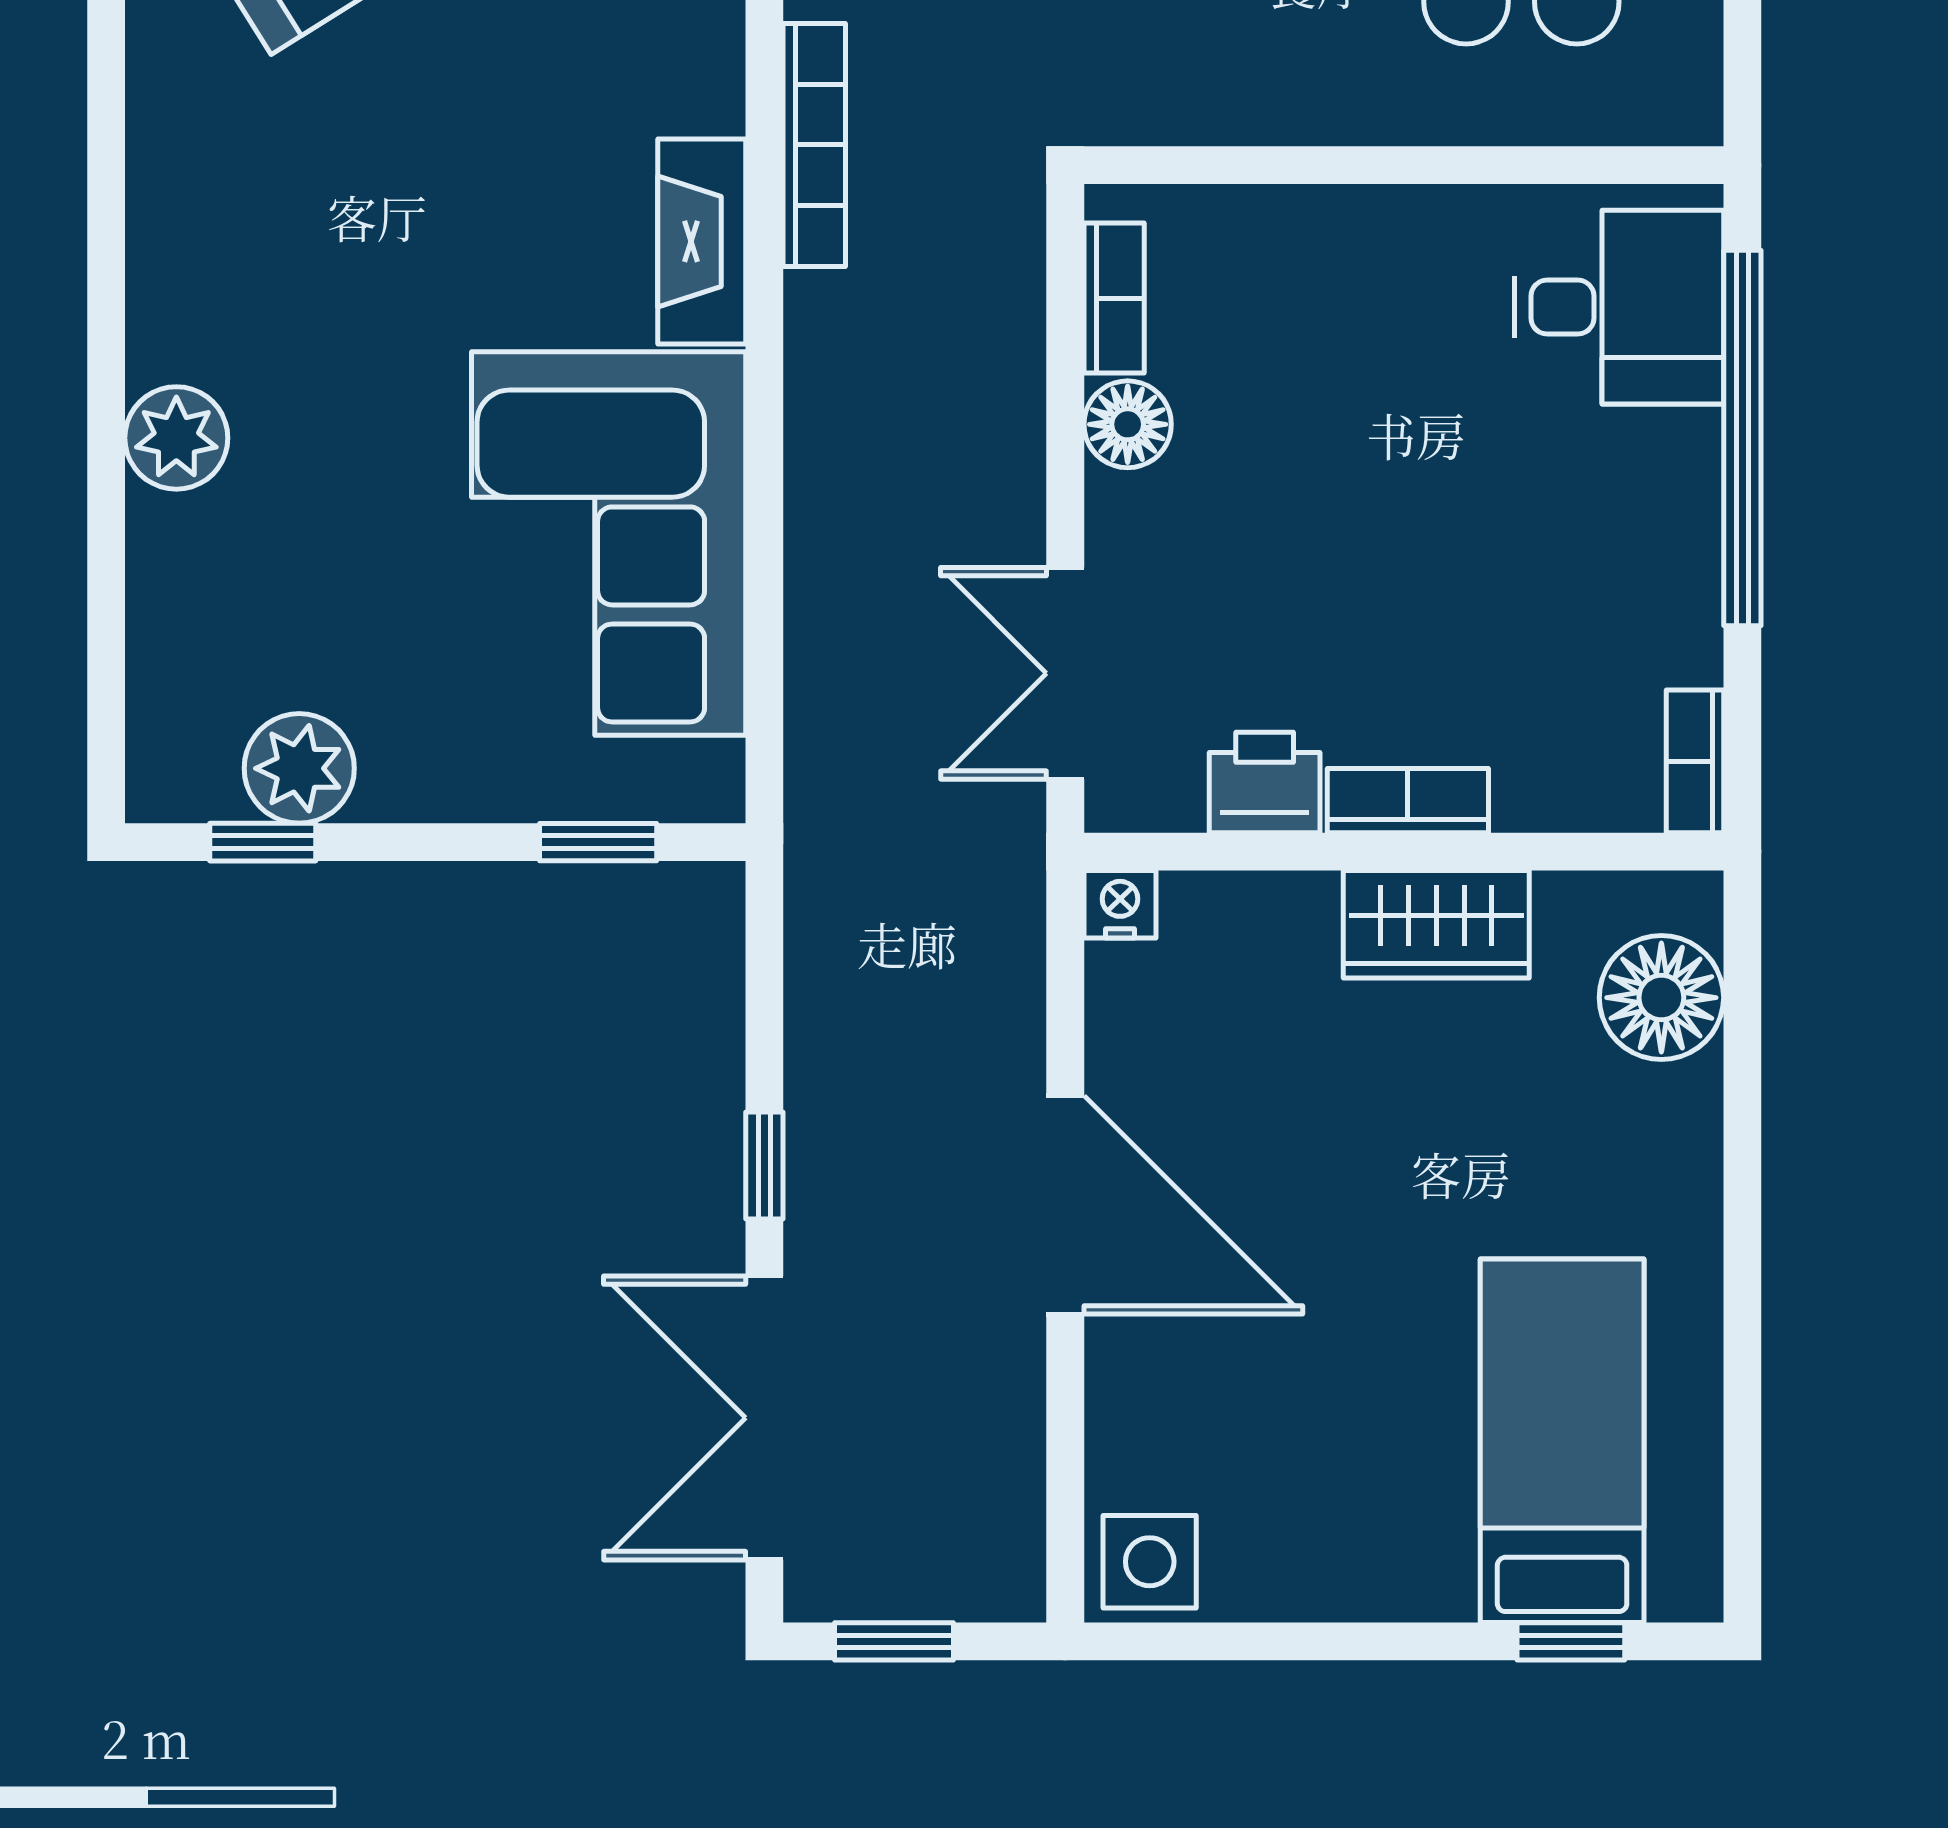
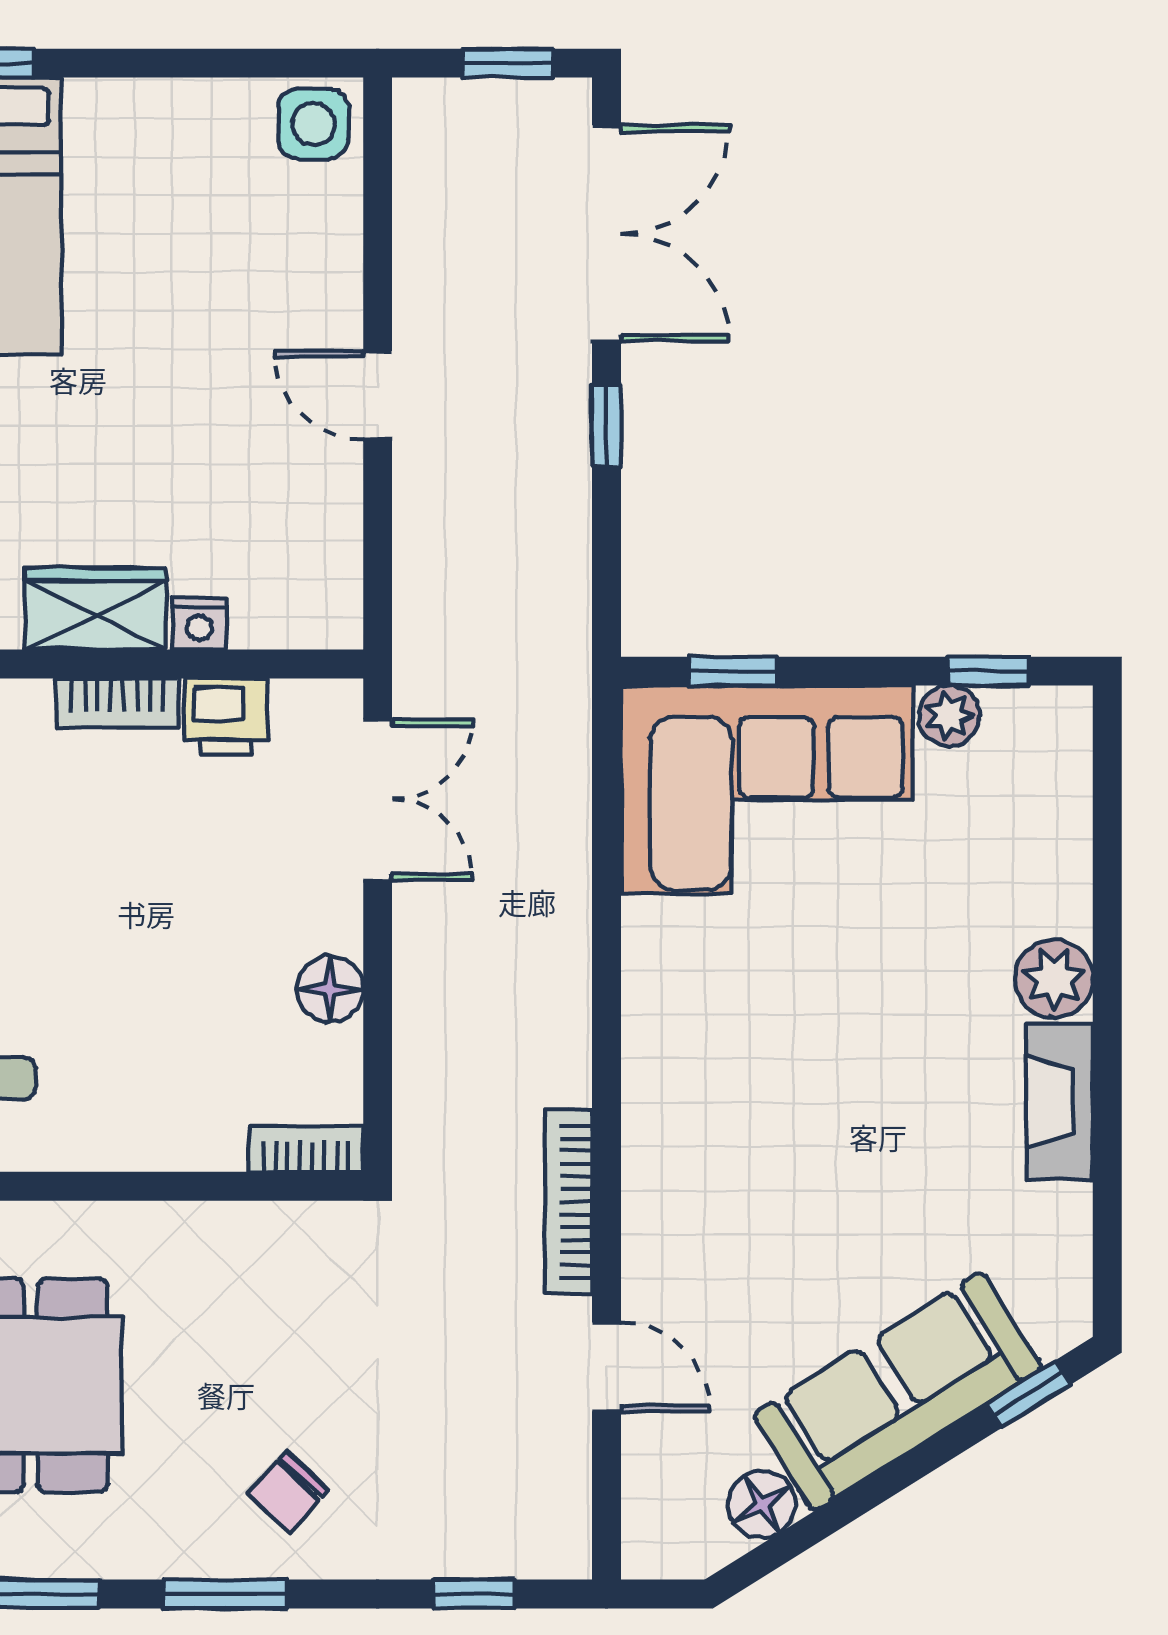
fireplace: (702, 241) -> (1060, 1101), moved, turned 180
bookcase: (1114, 298) -> (306, 1149), moved, turned 90
corner sofa: (609, 543) -> (767, 790), moved, turned 90
plant: (299, 768) -> (949, 716), width x0.73, depth x0.73
nightstand: (1120, 904) -> (199, 624), moved
door: (1065, 1205) -> (378, 395), width x0.53

